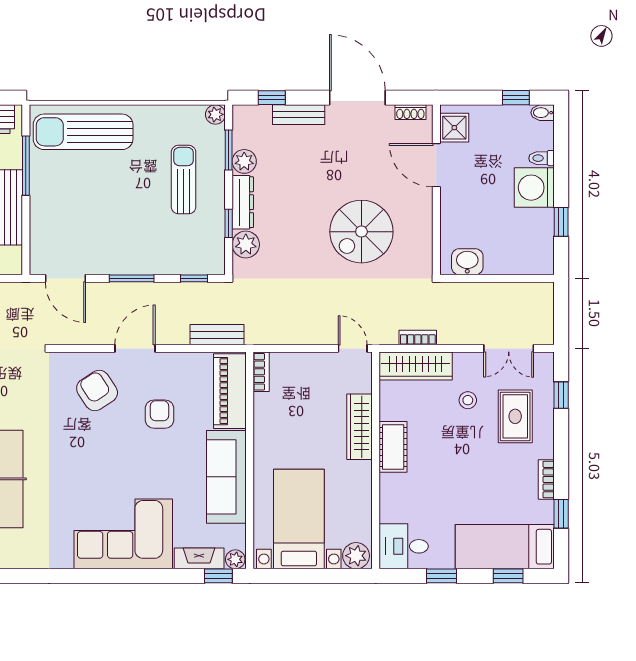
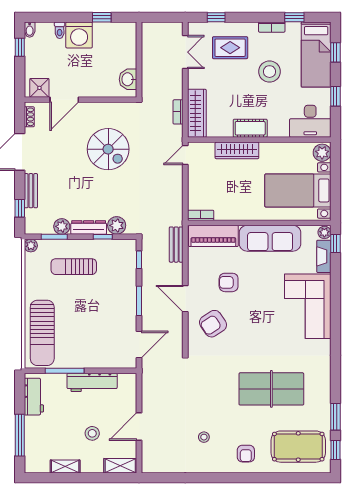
stool: (468, 400) -> (270, 72), moved, width x1.89, depth x1.89
desk: (404, 546) -> (310, 121), width x1.37

